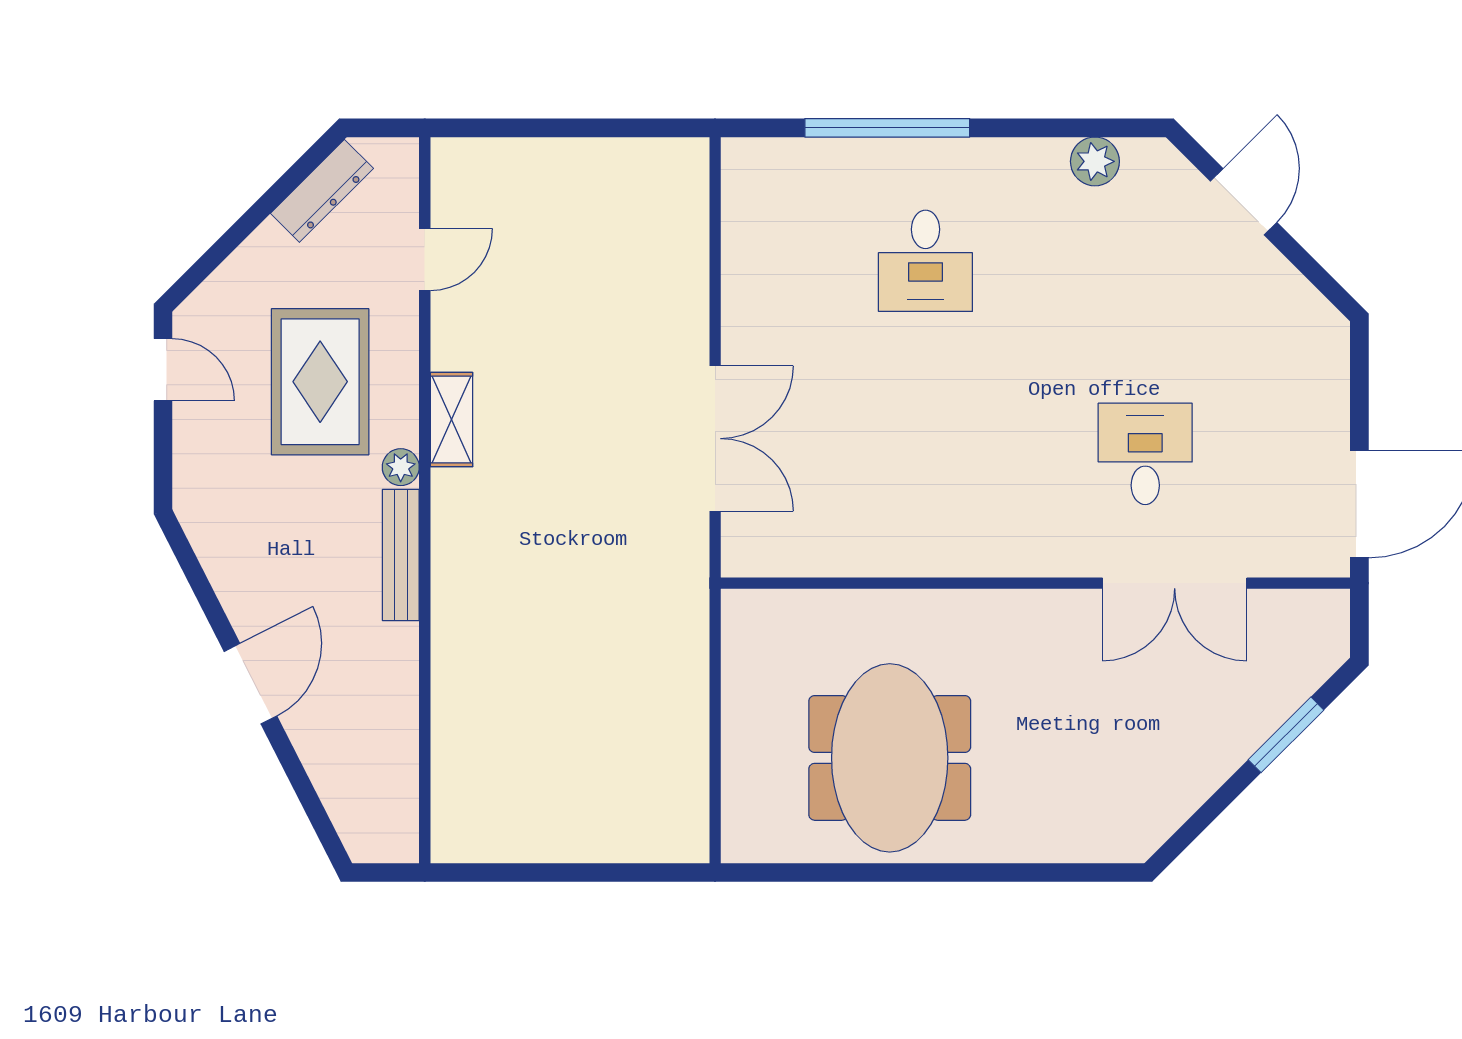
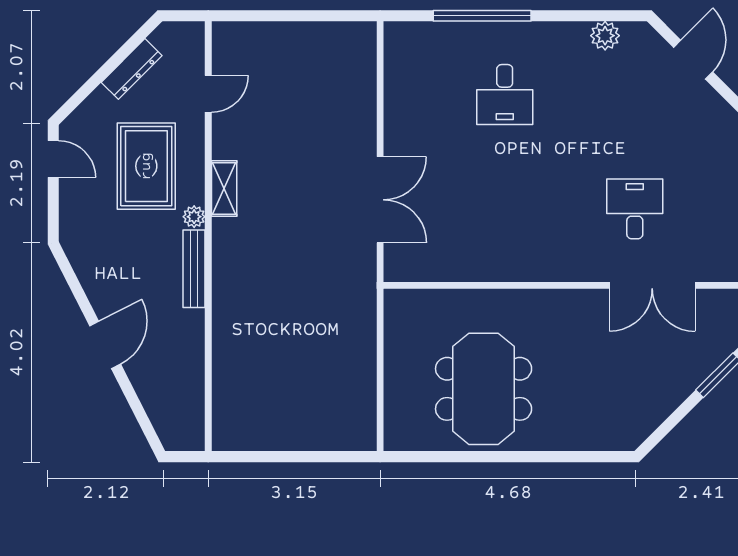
dresser: (322, 191) -> (132, 69), moved

